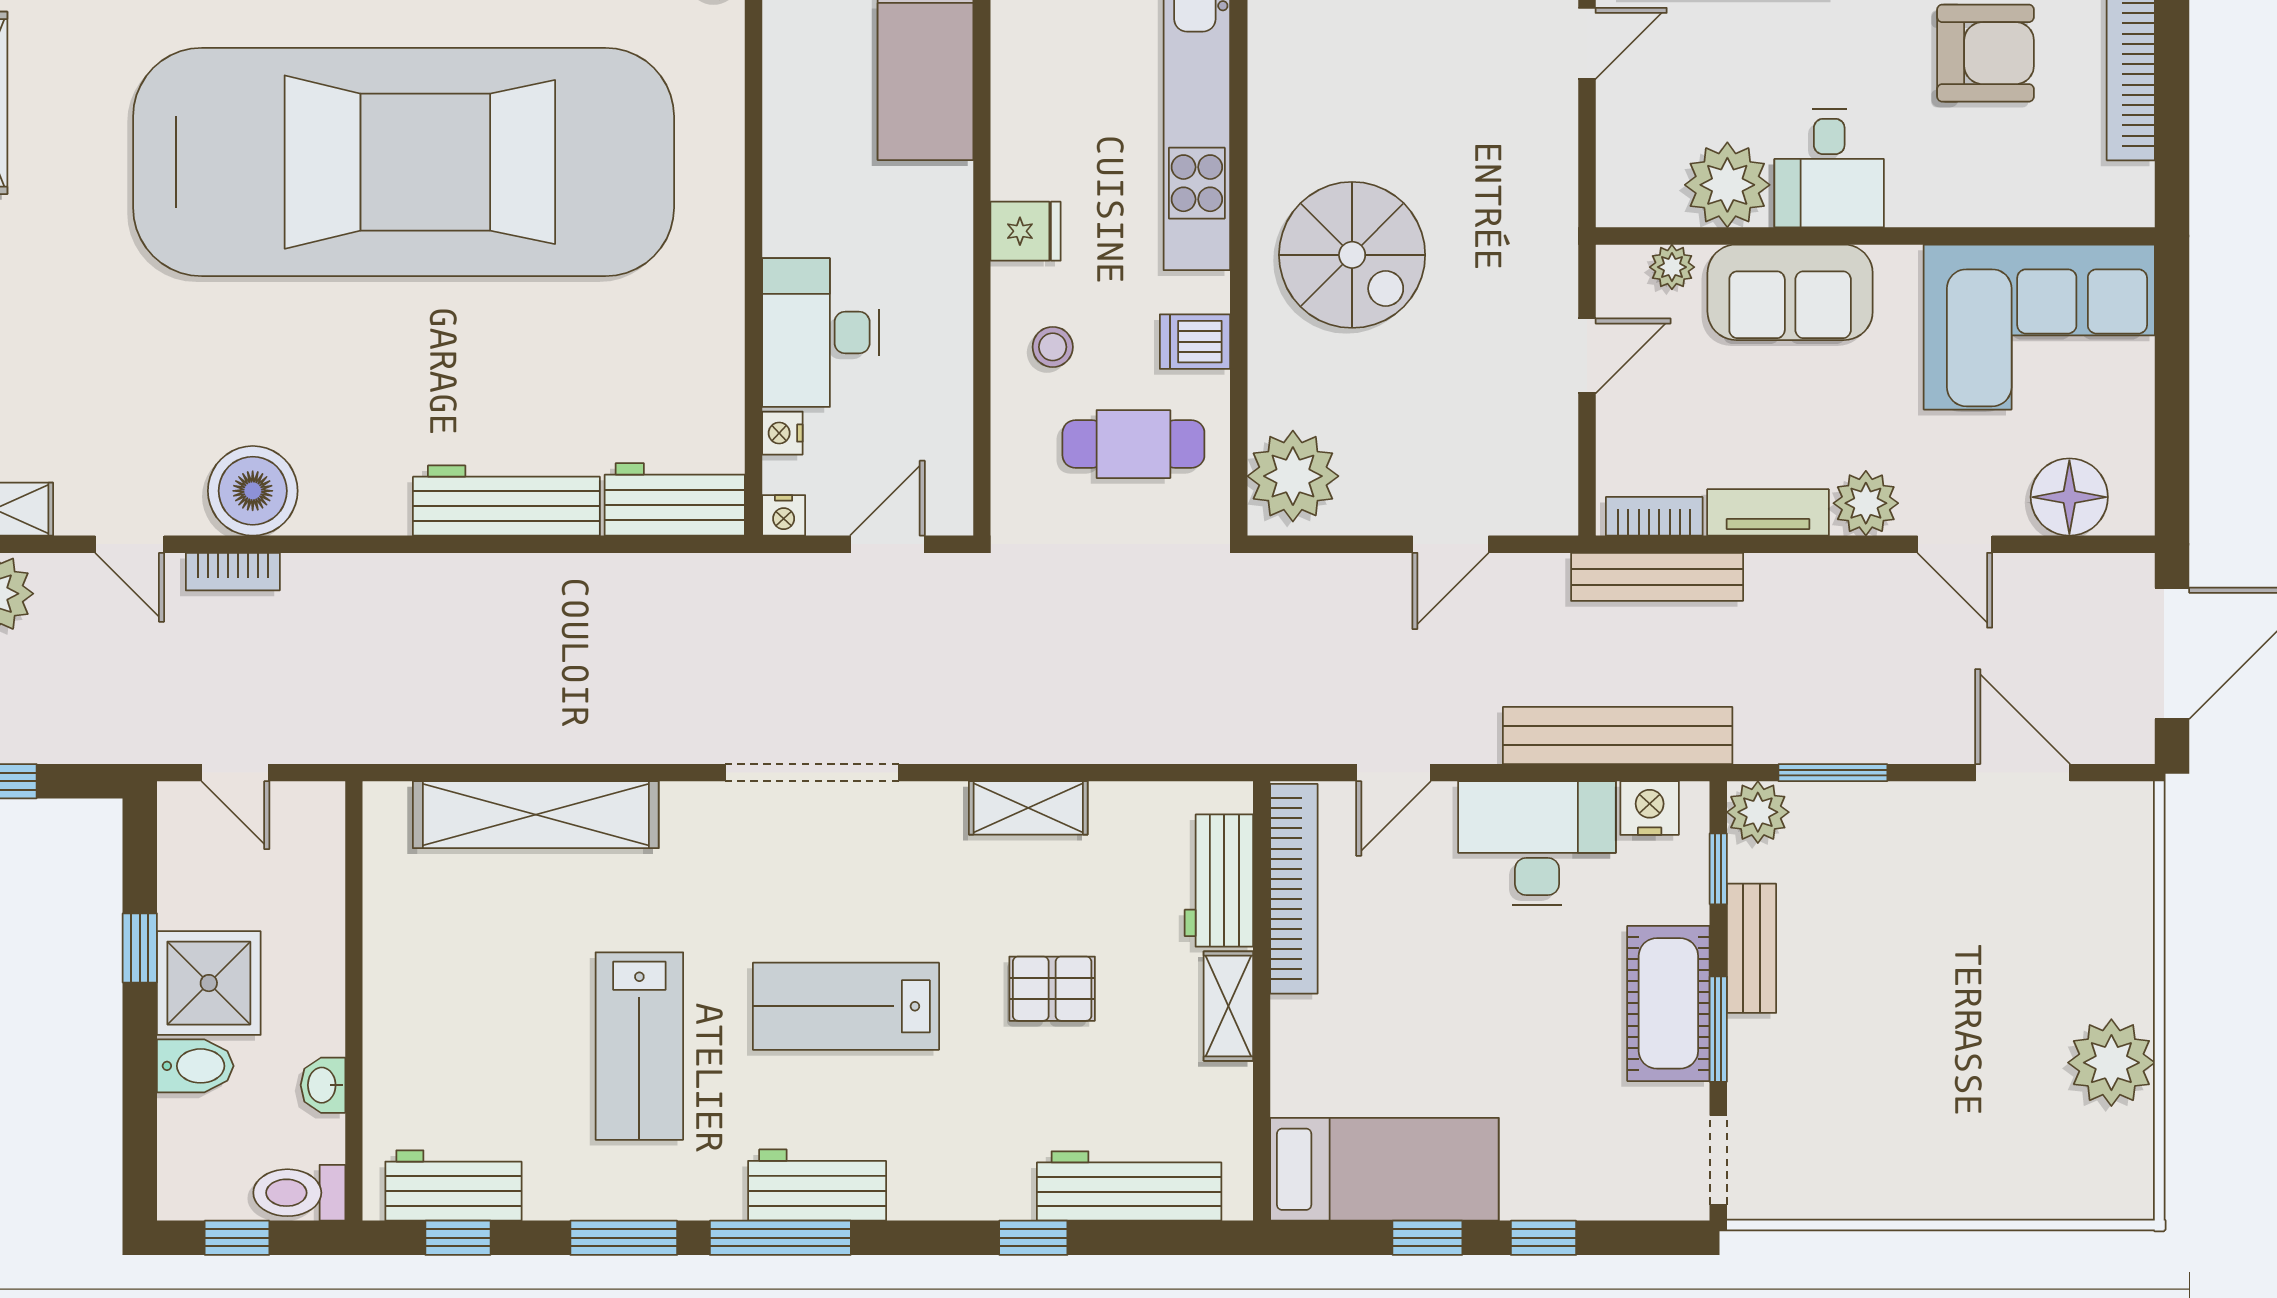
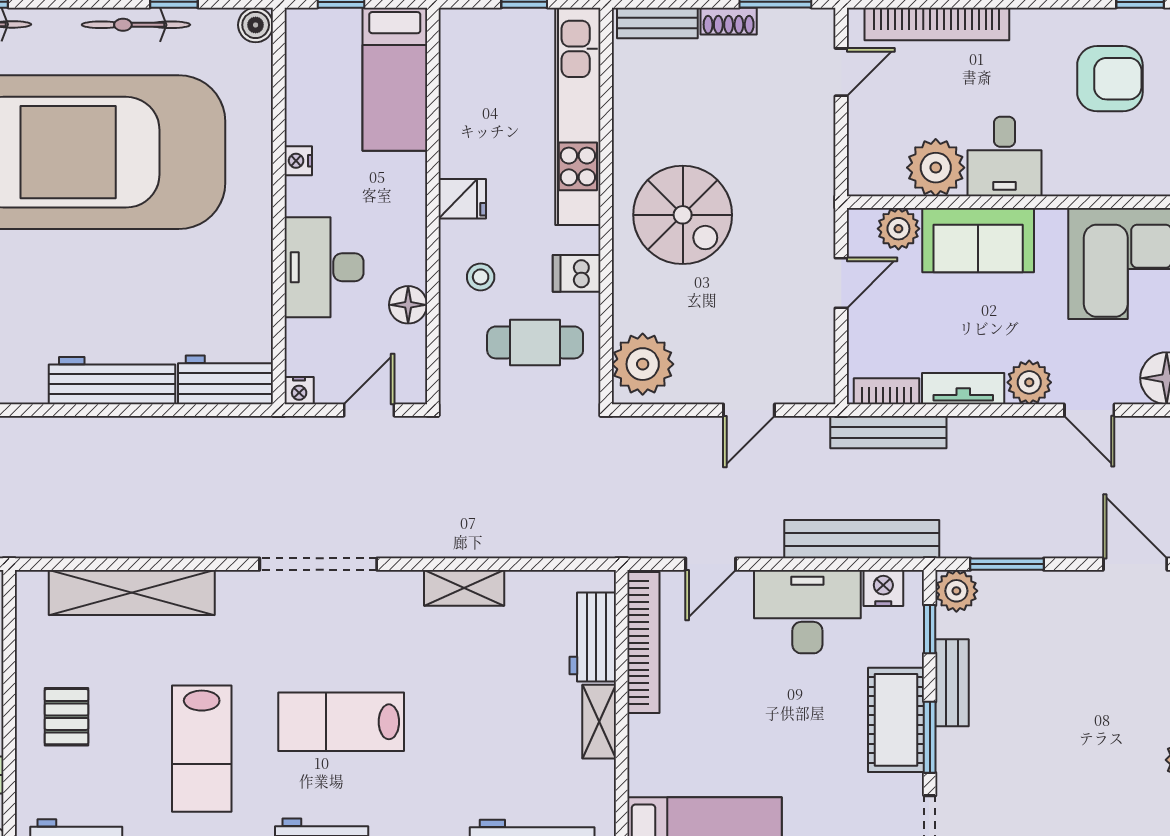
plant: (1672, 267) -> (898, 229), width x1.38, depth x1.38
floor lamp: (945, 388) -> (408, 305), added
nightstand: (782, 433) -> (298, 161), moved
pallet: (1052, 989) -> (67, 717), moved, turned 90

